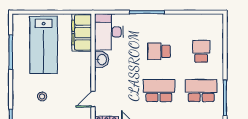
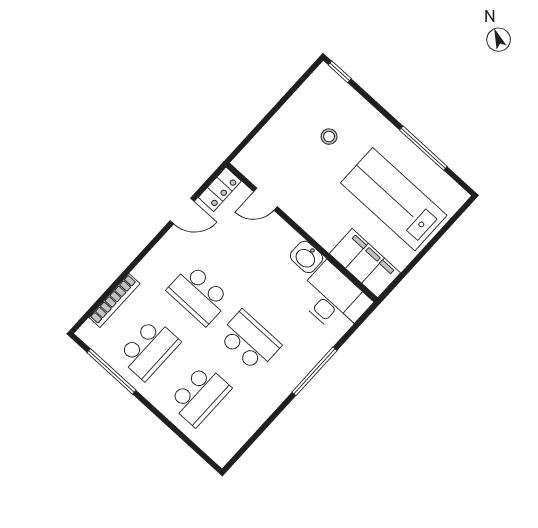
school desk: (159, 51) -> (249, 341), width x1.85
school desk: (201, 51) -> (200, 395), width x1.85
school desk: (159, 91) -> (199, 295), turned 90
door: (93, 99) -> (265, 199), swing flipped

